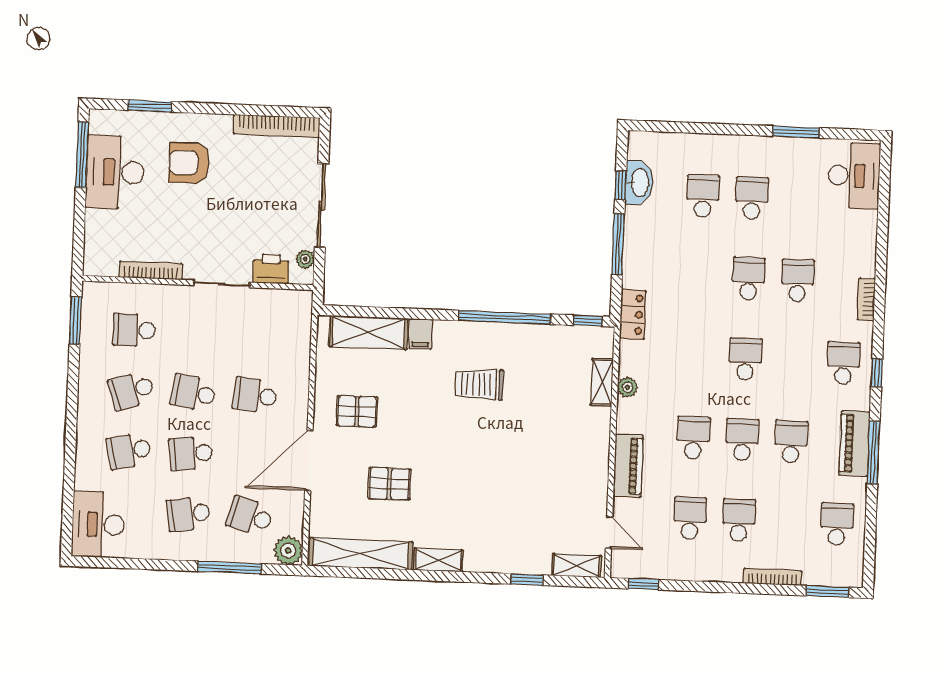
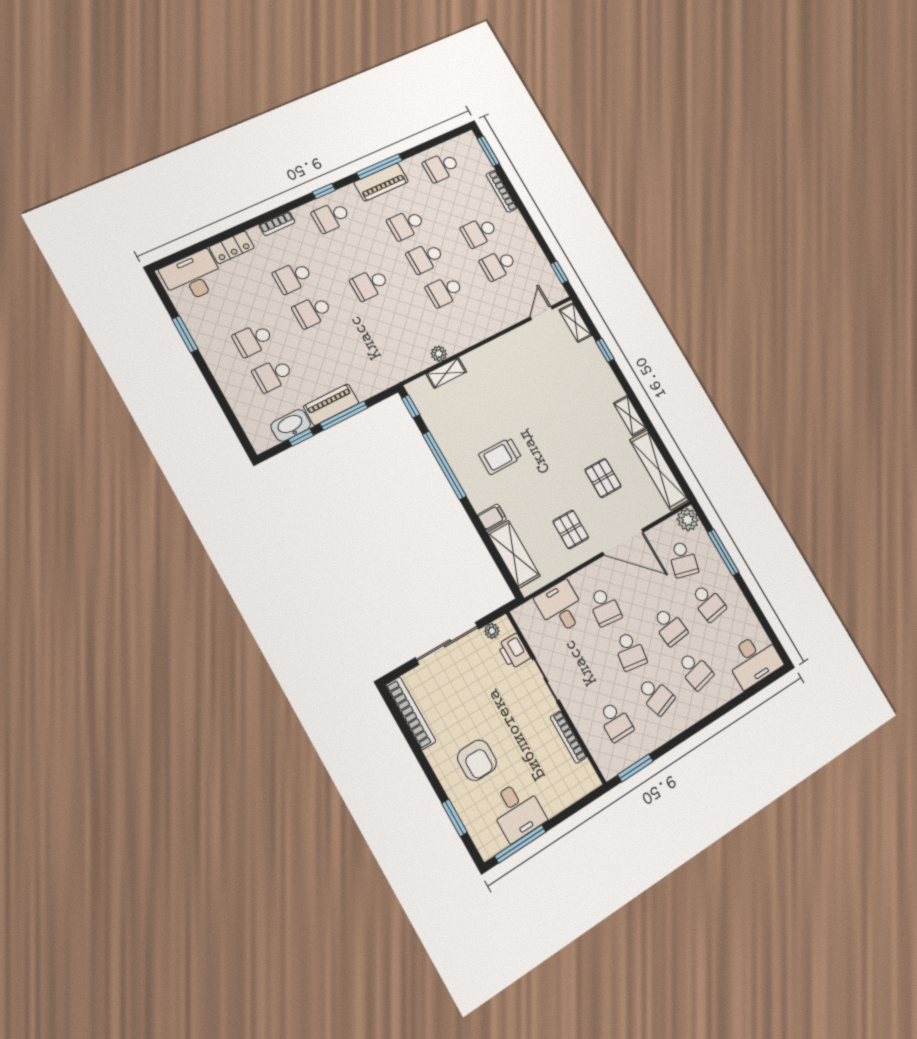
desk: (115, 172) -> (517, 811), width x0.73
locker: (633, 315) -> (232, 247), moved, turned 180
desk: (284, 347) -> (561, 607), added
trolley: (479, 384) -> (500, 456), turned 90
piano: (628, 466) -> (331, 405), moved

